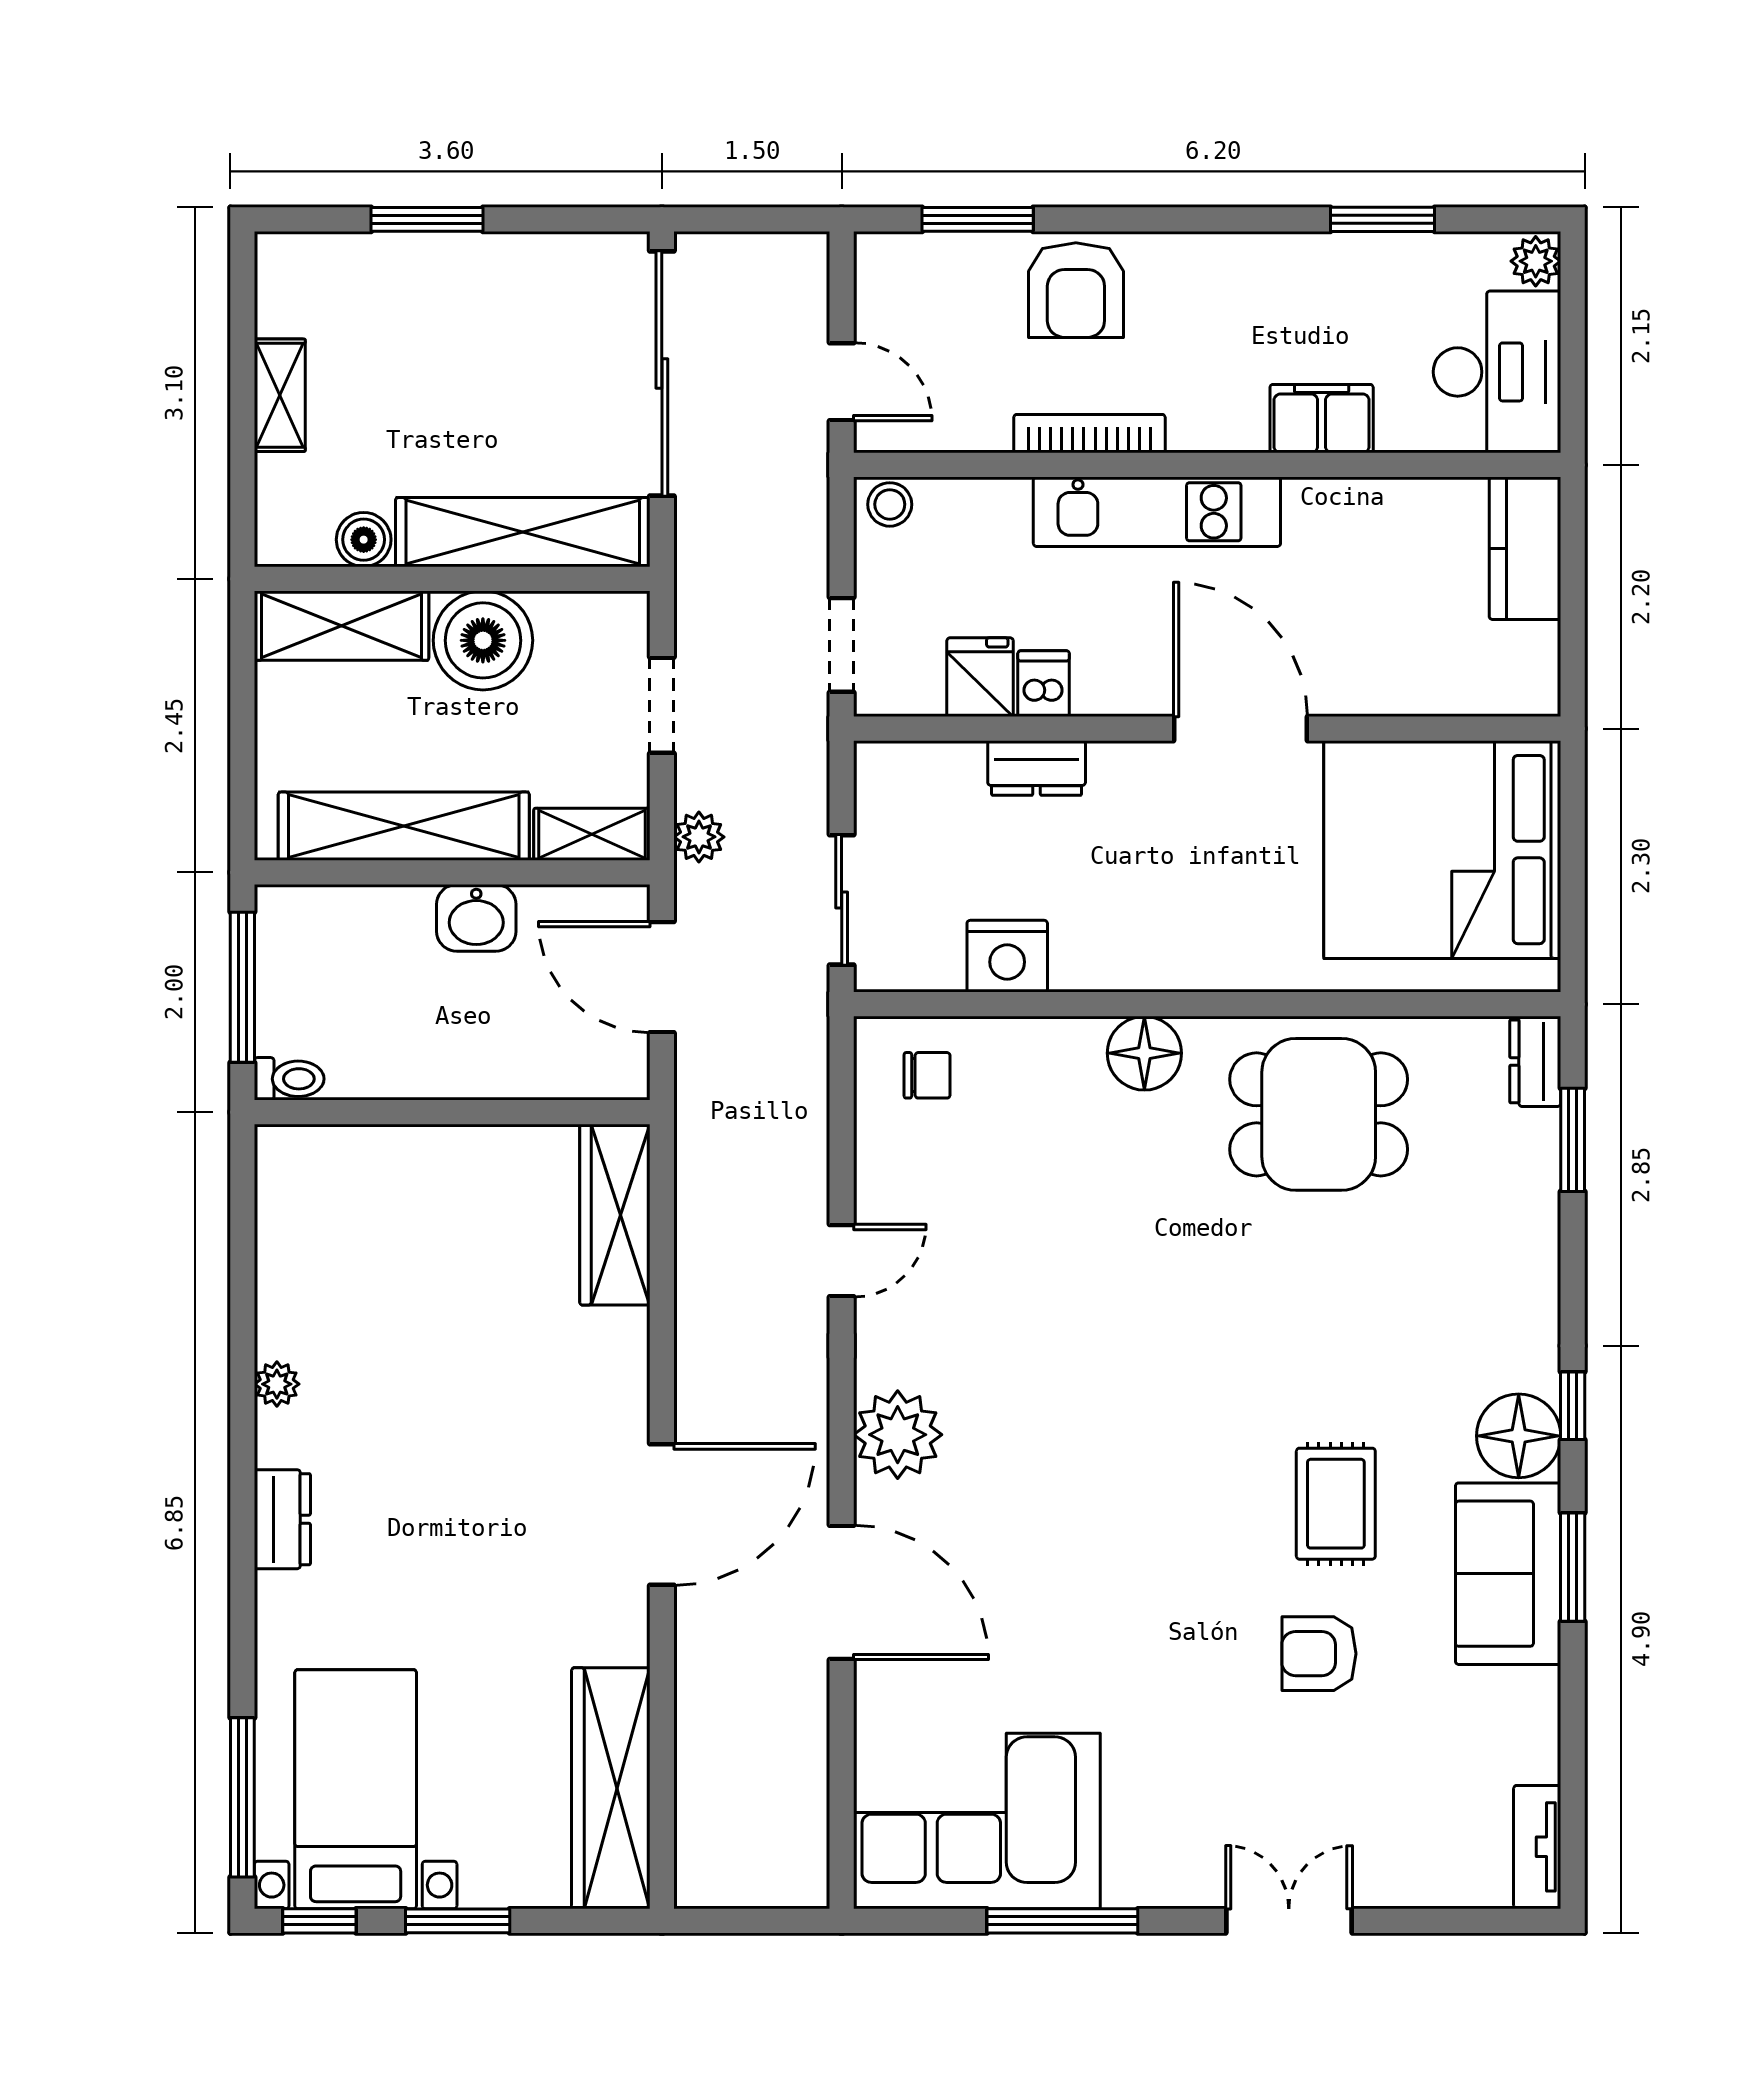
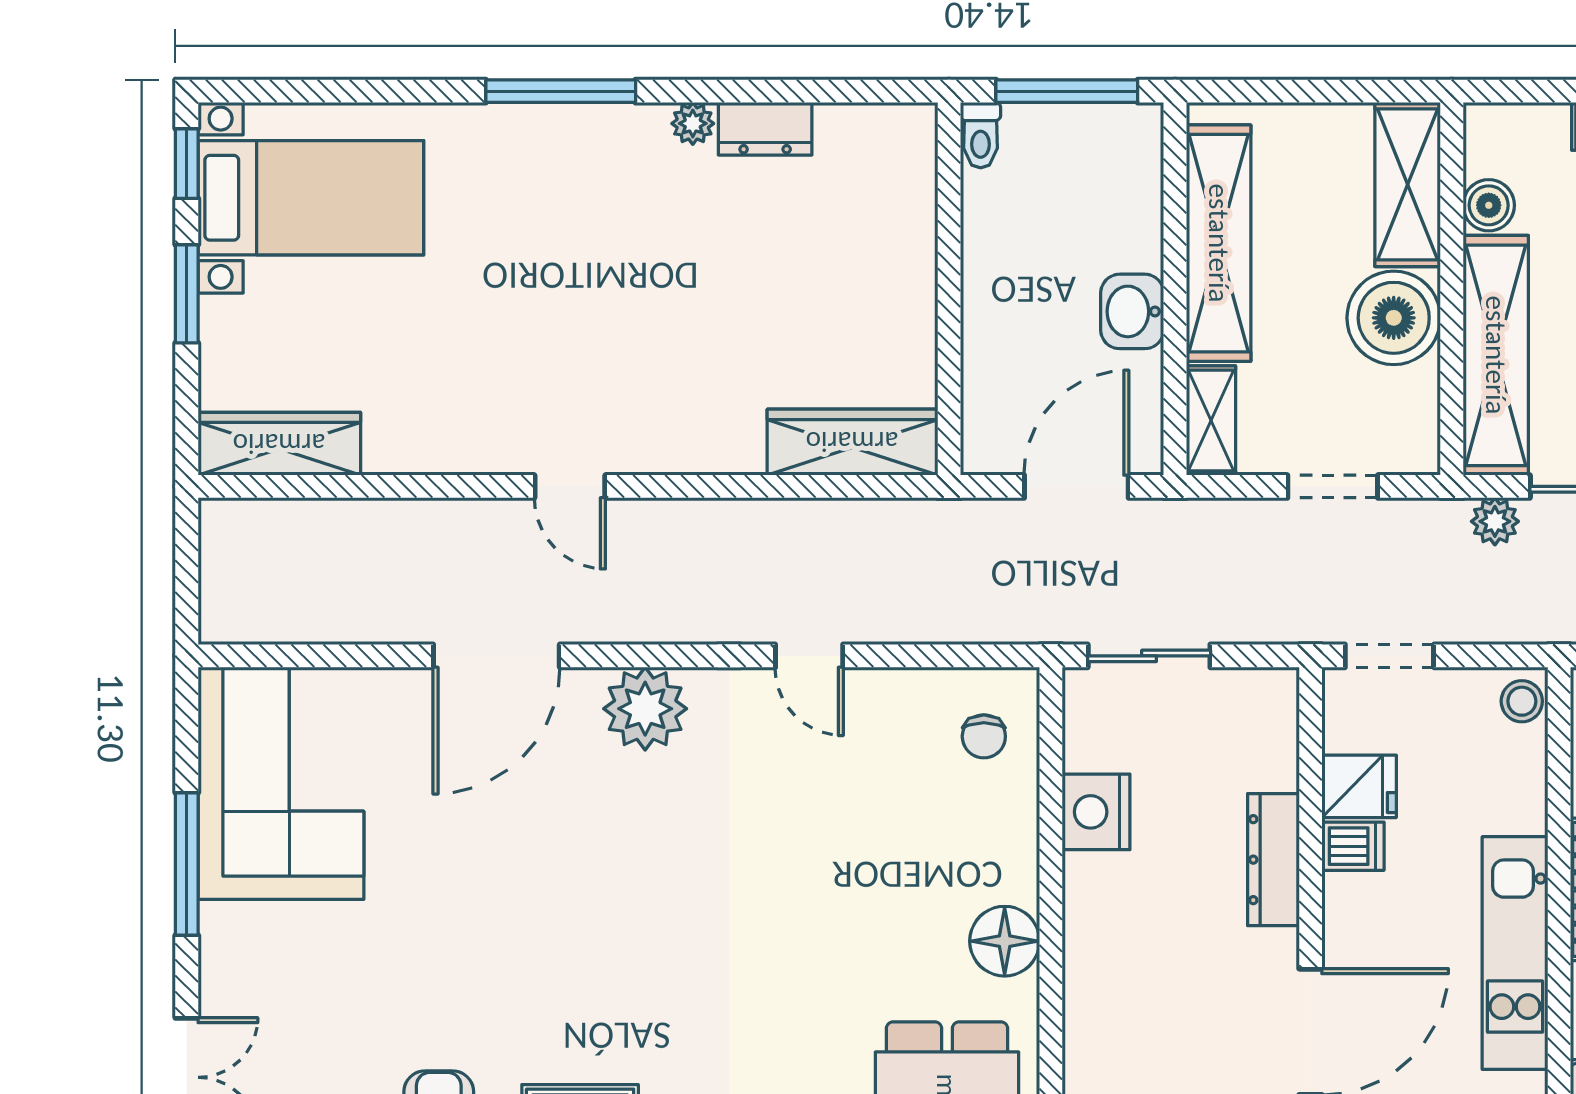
dresser: (1037, 768) -> (1273, 860), width x1.44
plant: (699, 837) -> (1495, 521), moved
door: (662, 1514) -> (570, 486), width x0.53
dresser: (282, 1519) -> (765, 129), moved
wardrobe: (611, 1788) -> (279, 444), width x0.71, depth x0.85
window: (242, 1797) -> (561, 91), moved

